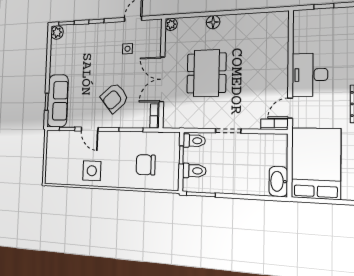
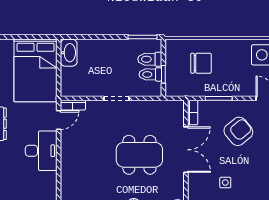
dining table: (206, 73) -> (139, 155), turned 90
toilet: (194, 141) -> (150, 74), moved

